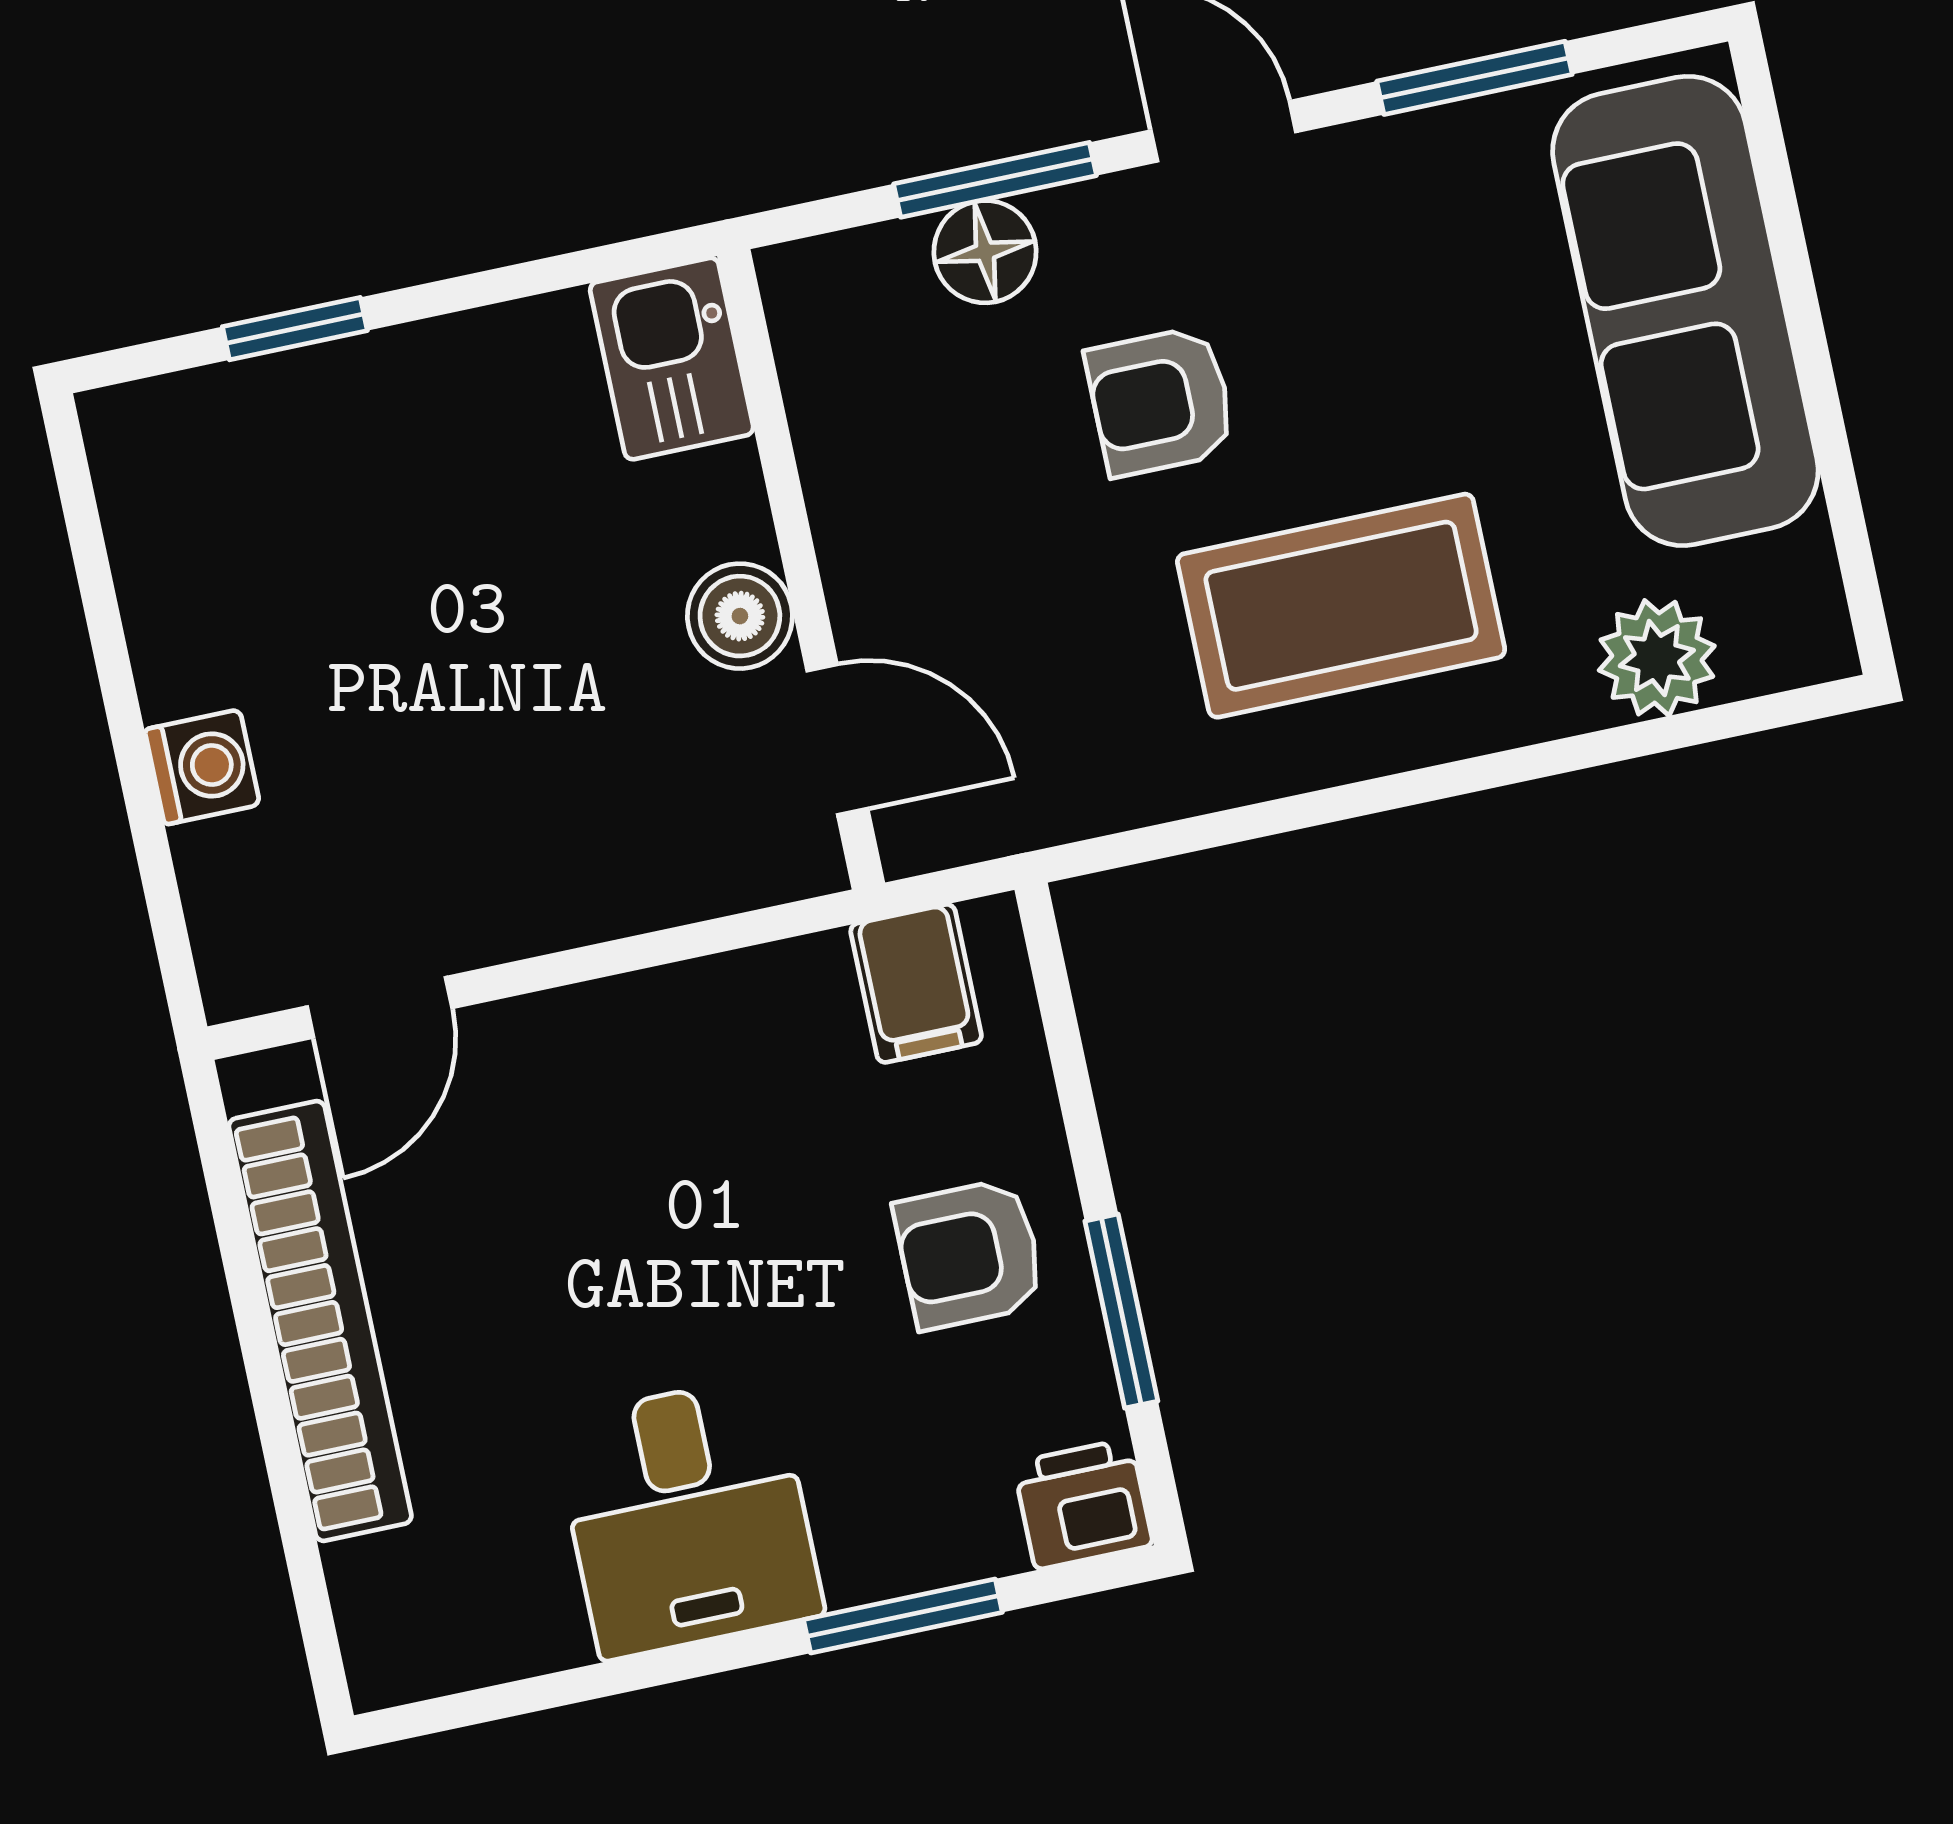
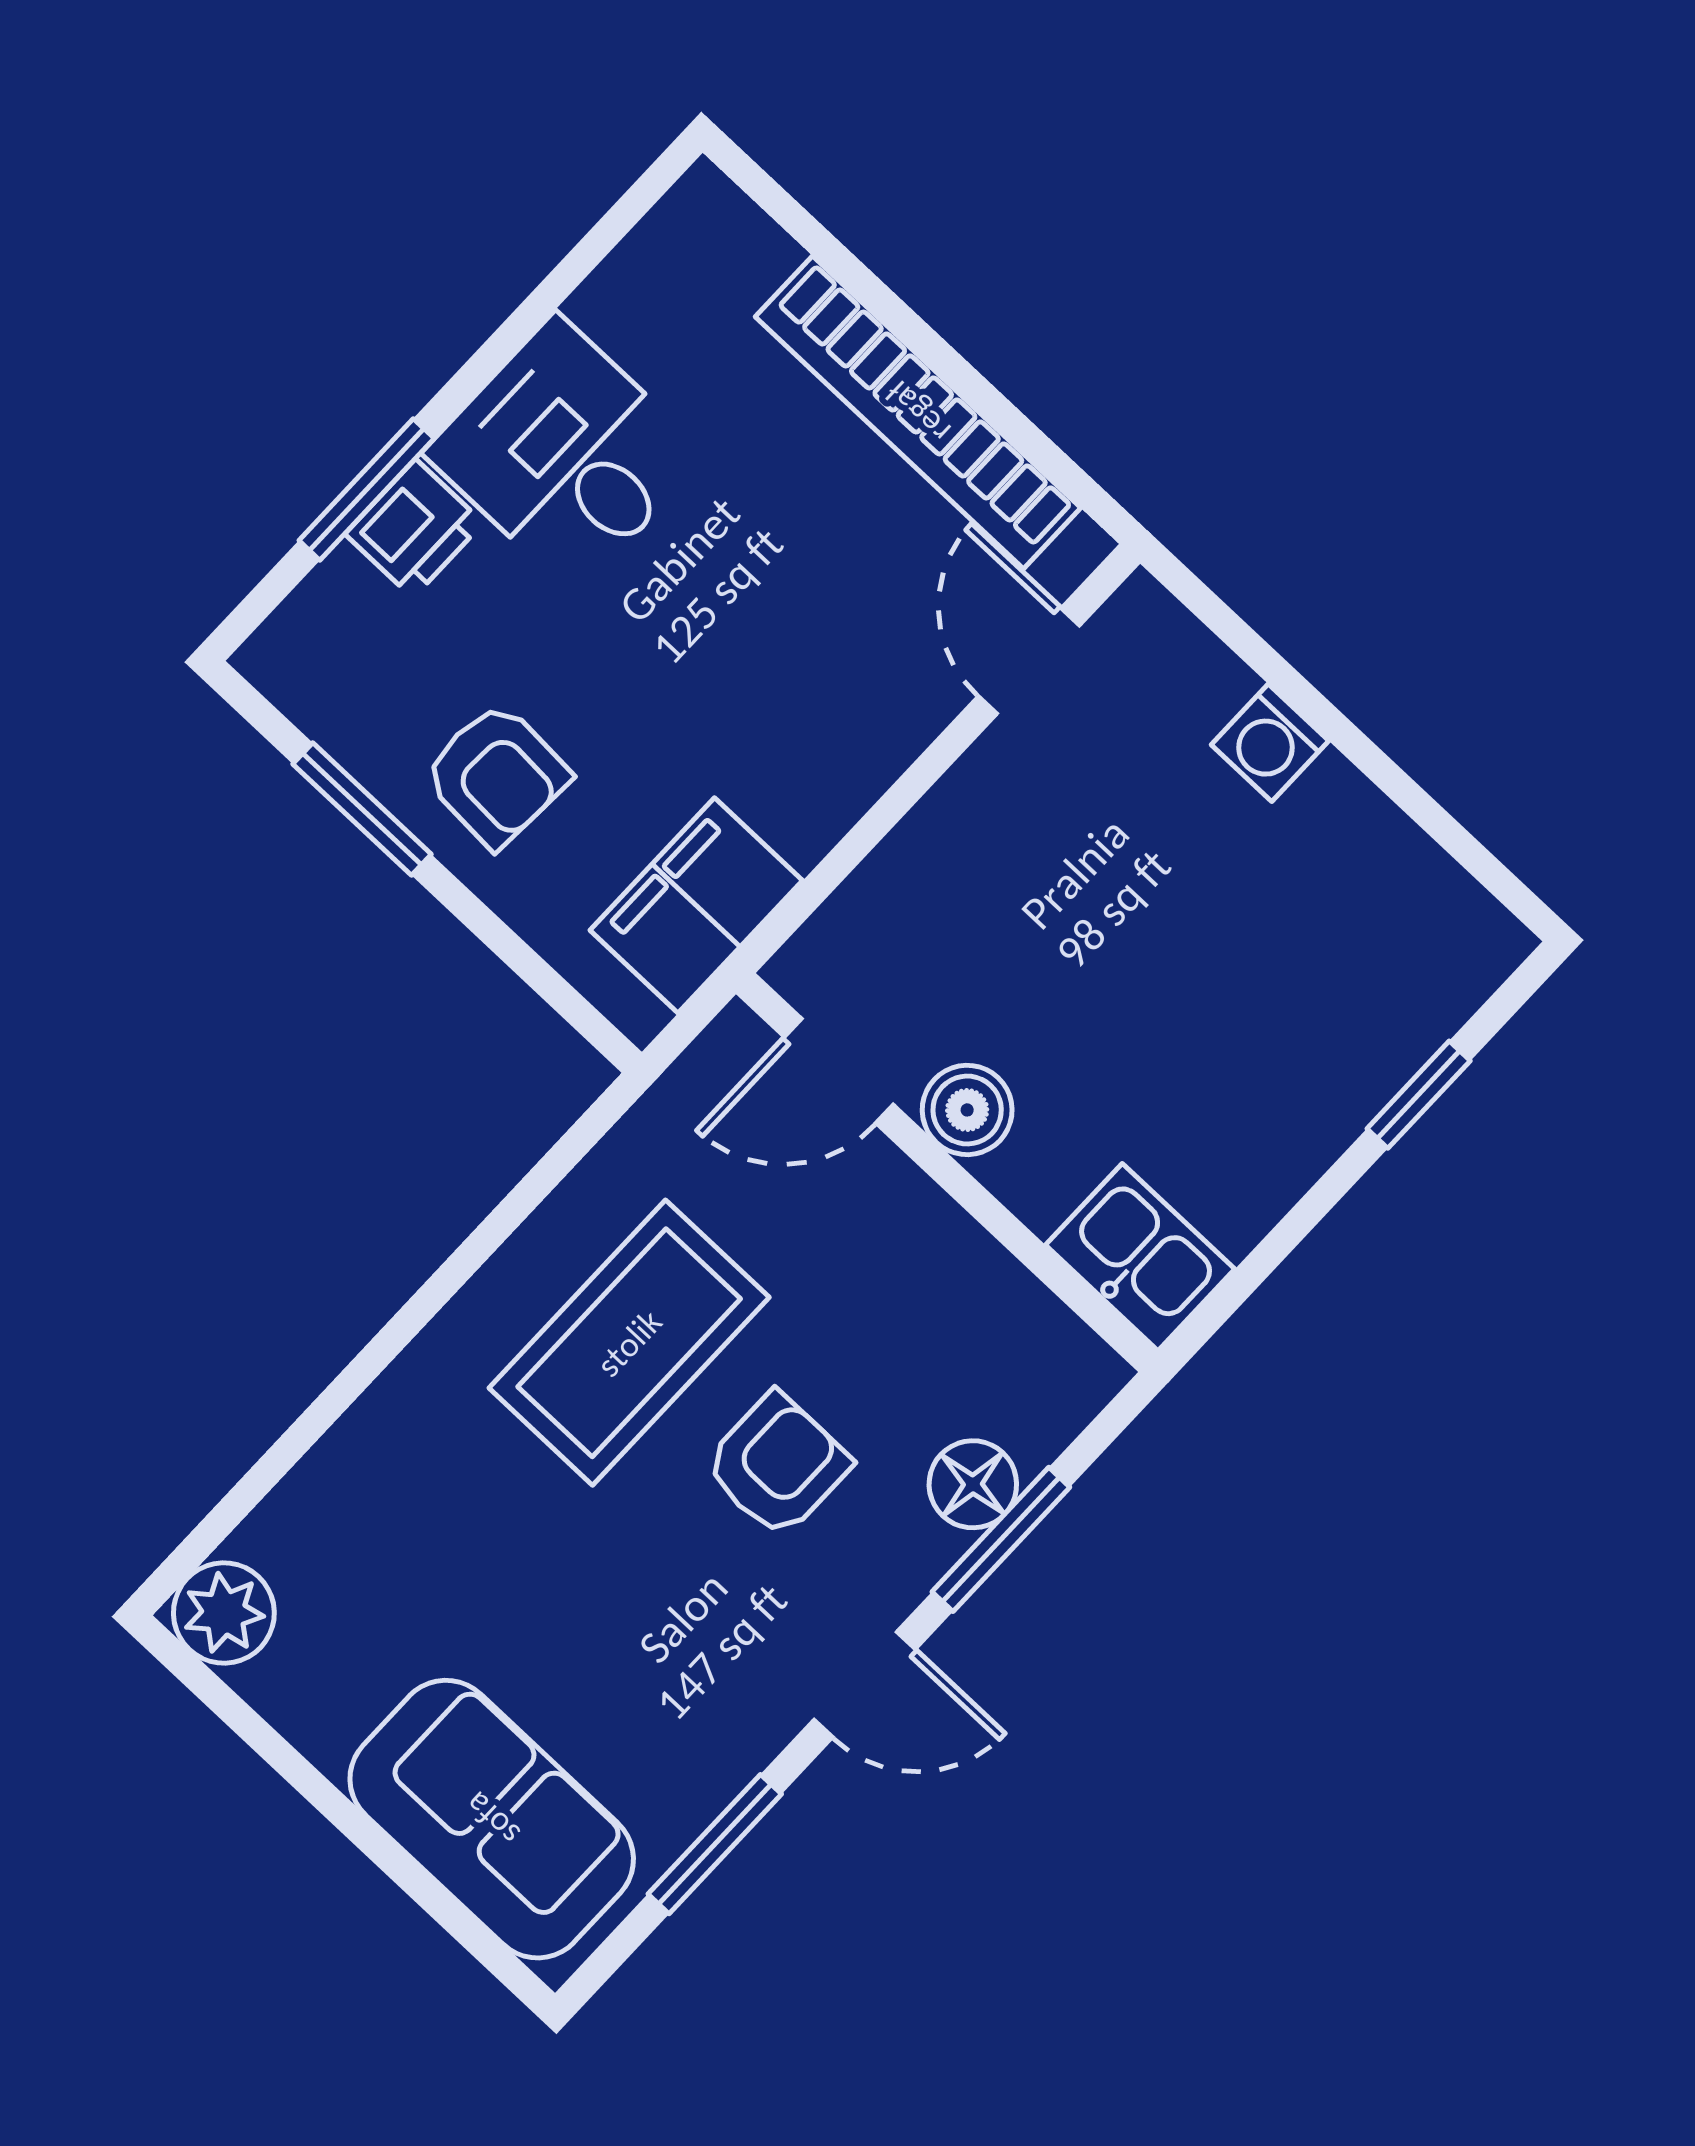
sofa: (1685, 311) -> (492, 1819), width x0.73
coffee table: (1341, 606) -> (629, 1343), moved
plant: (1657, 658) -> (224, 1613), moved
filing cabinet: (916, 983) -> (696, 905), width x2.00
armchair: (969, 1254) -> (496, 775), turned 93
printer: (1083, 1504) -> (414, 528), moved

